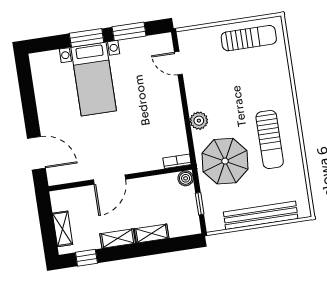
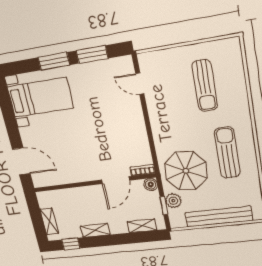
sun lounger: (249, 38) -> (205, 86), moved, turned 90
bed with nightstands: (94, 79) -> (40, 97), moved, turned -90
plant: (199, 121) -> (173, 201), moved
sun lounger: (270, 139) -> (227, 153), turned 180
door: (109, 180) -> (115, 180), moved
shelving: (152, 234) -> (142, 226), moved

